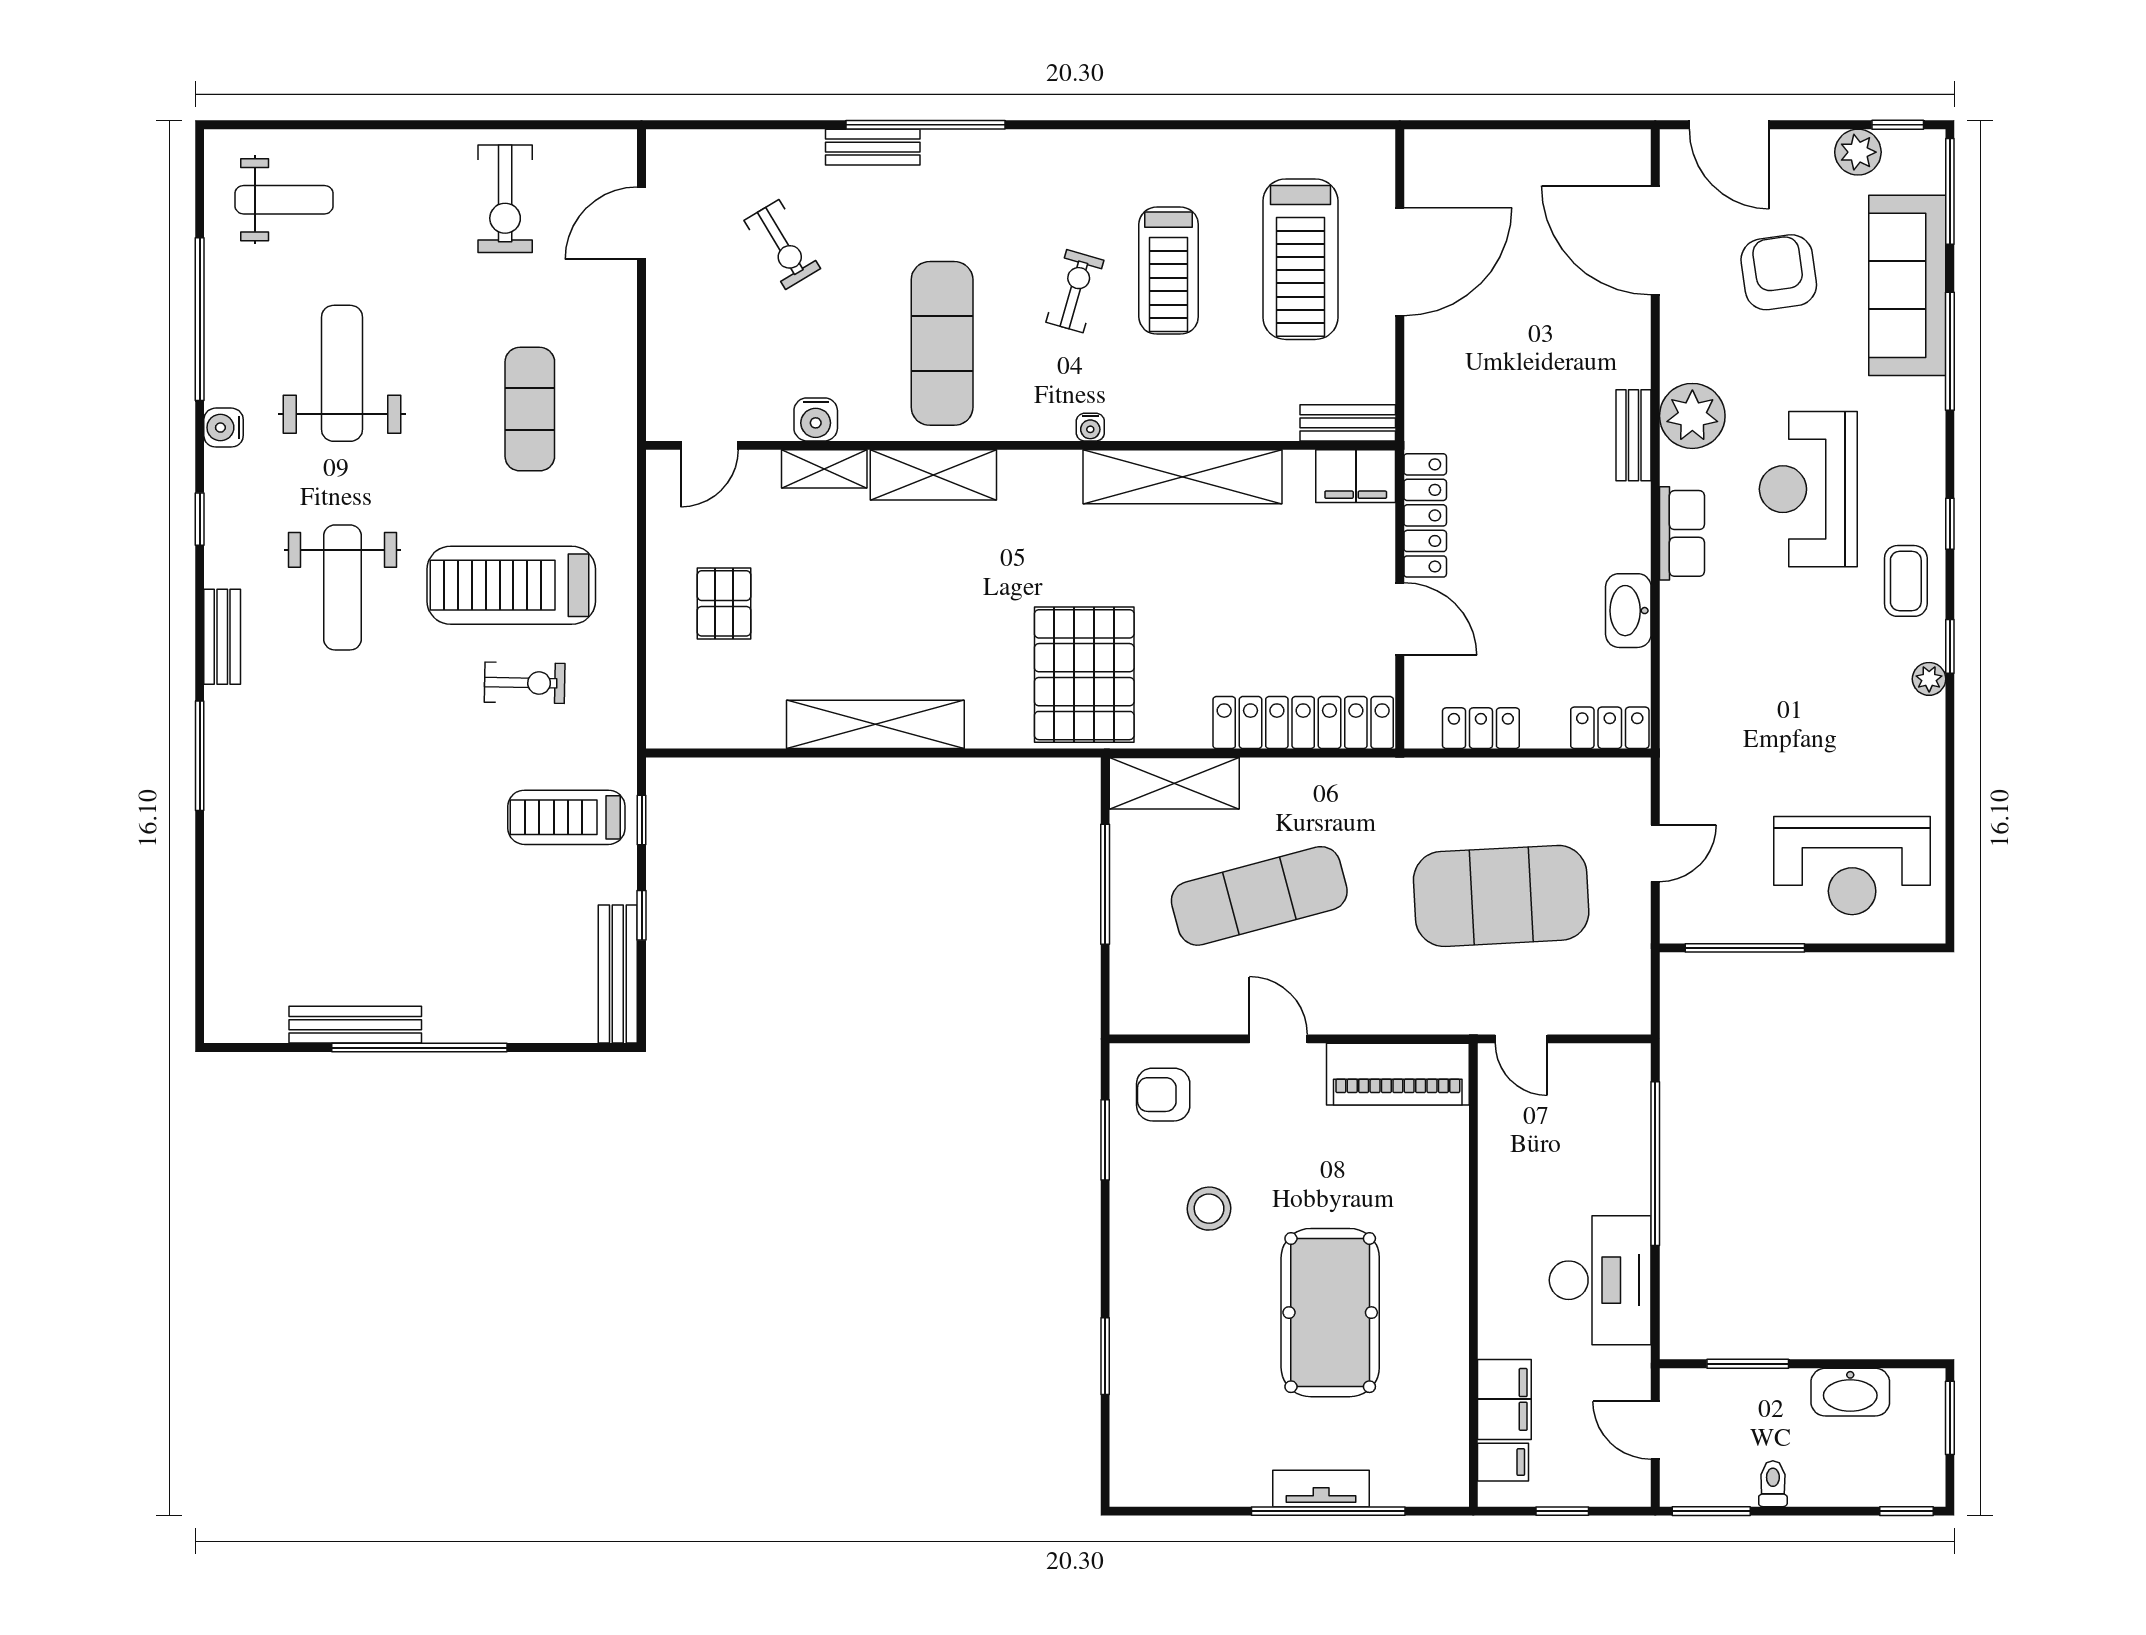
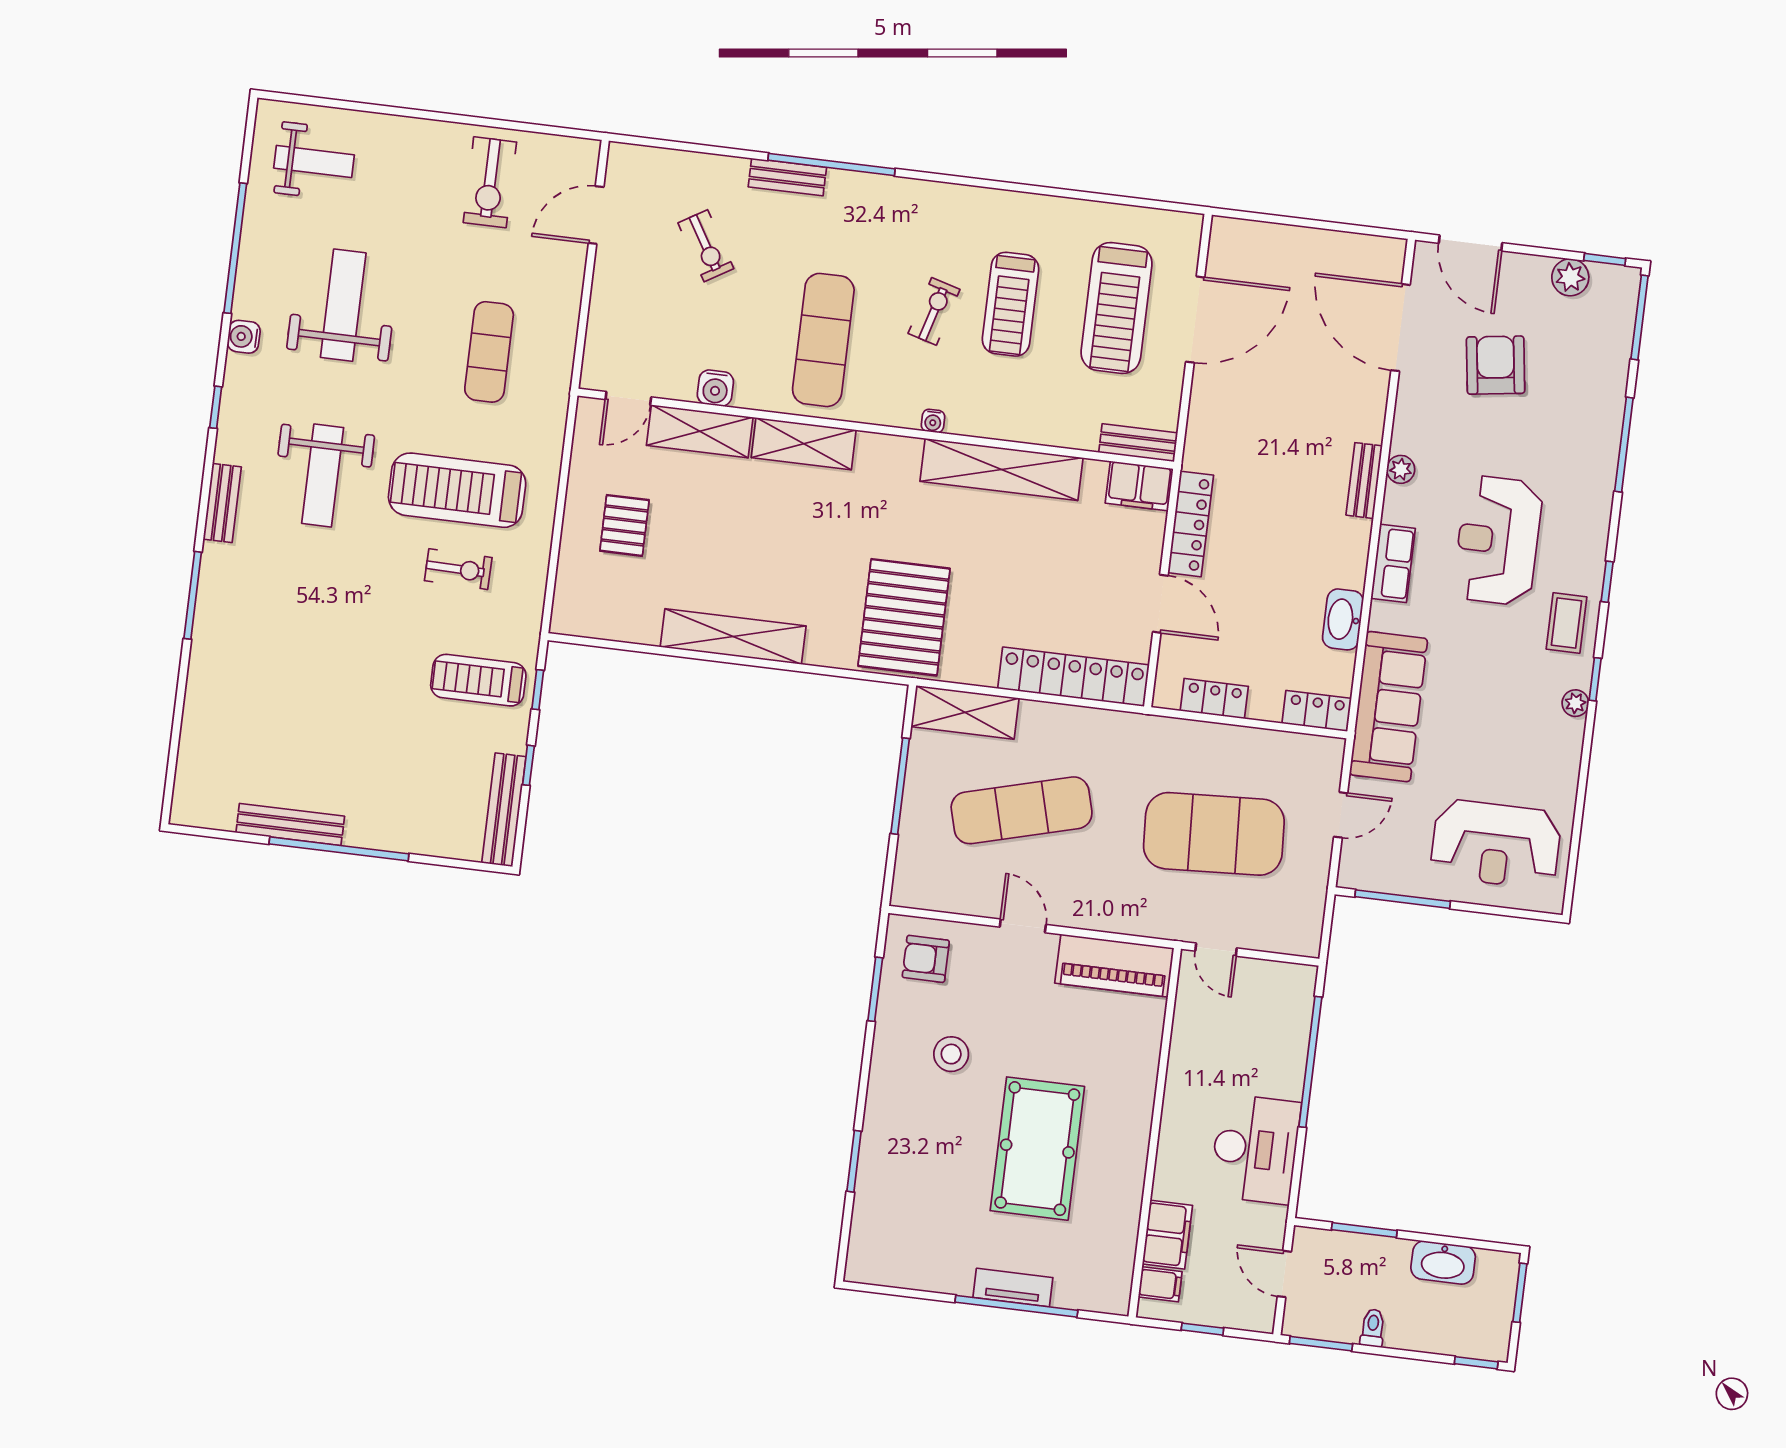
sofa: (1907, 285) -> (1388, 707), moved, turned 180
plant: (1692, 416) -> (1401, 469), width x0.53, depth x0.53
shelving: (824, 469) -> (700, 431), width x1.50, depth x1.33

